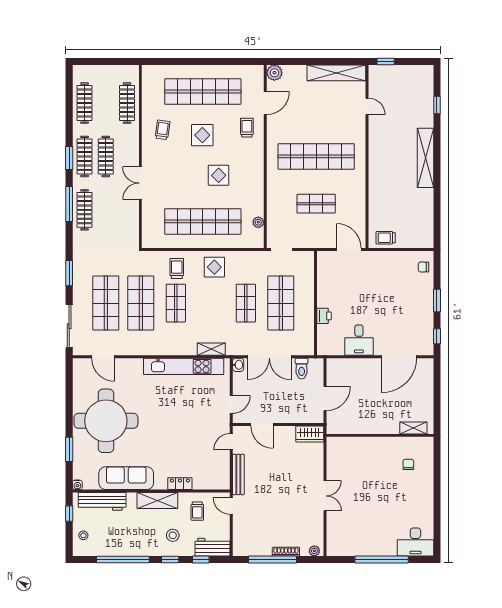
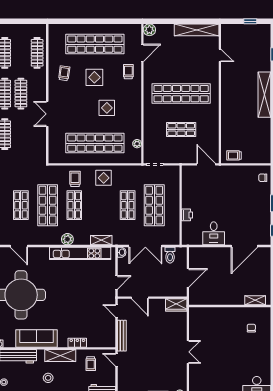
window: (386, 61) -> (250, 21), moved
shop shelf: (106, 303) -> (21, 205), width x0.70, depth x0.74
plant: (167, 348) -> (67, 239), added
door: (231, 442) -> (117, 311), hinge flipped
stool: (173, 535) -> (48, 378), moved

